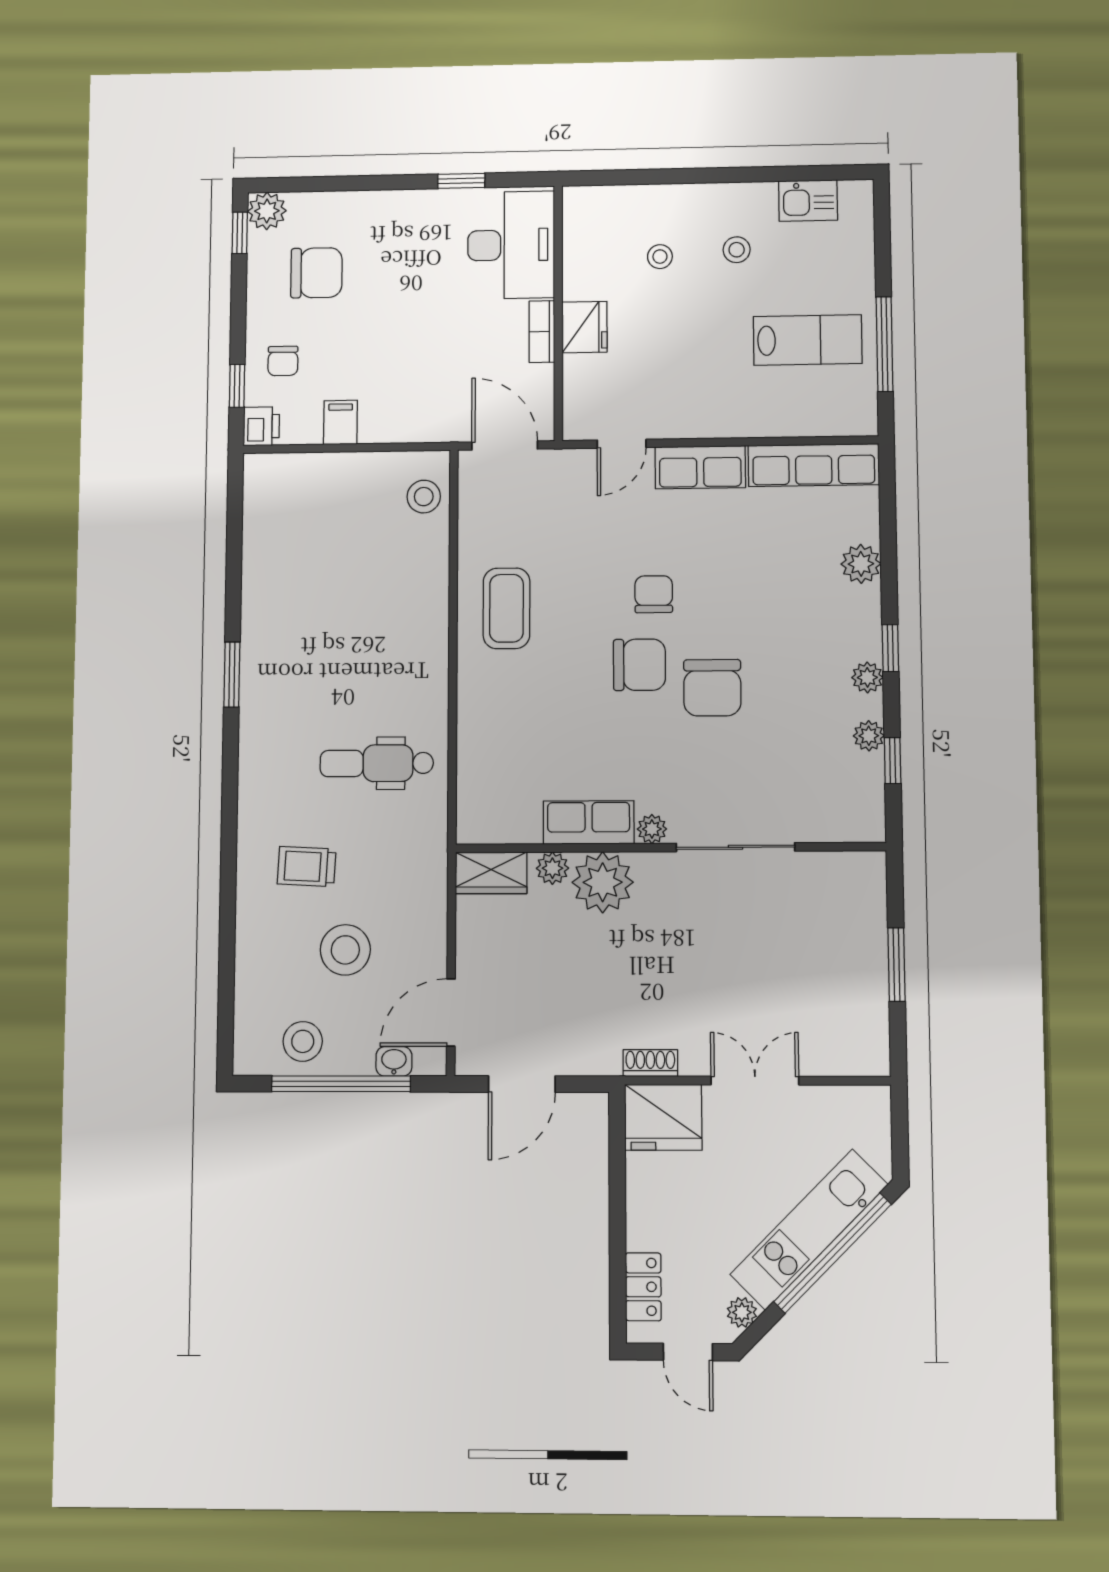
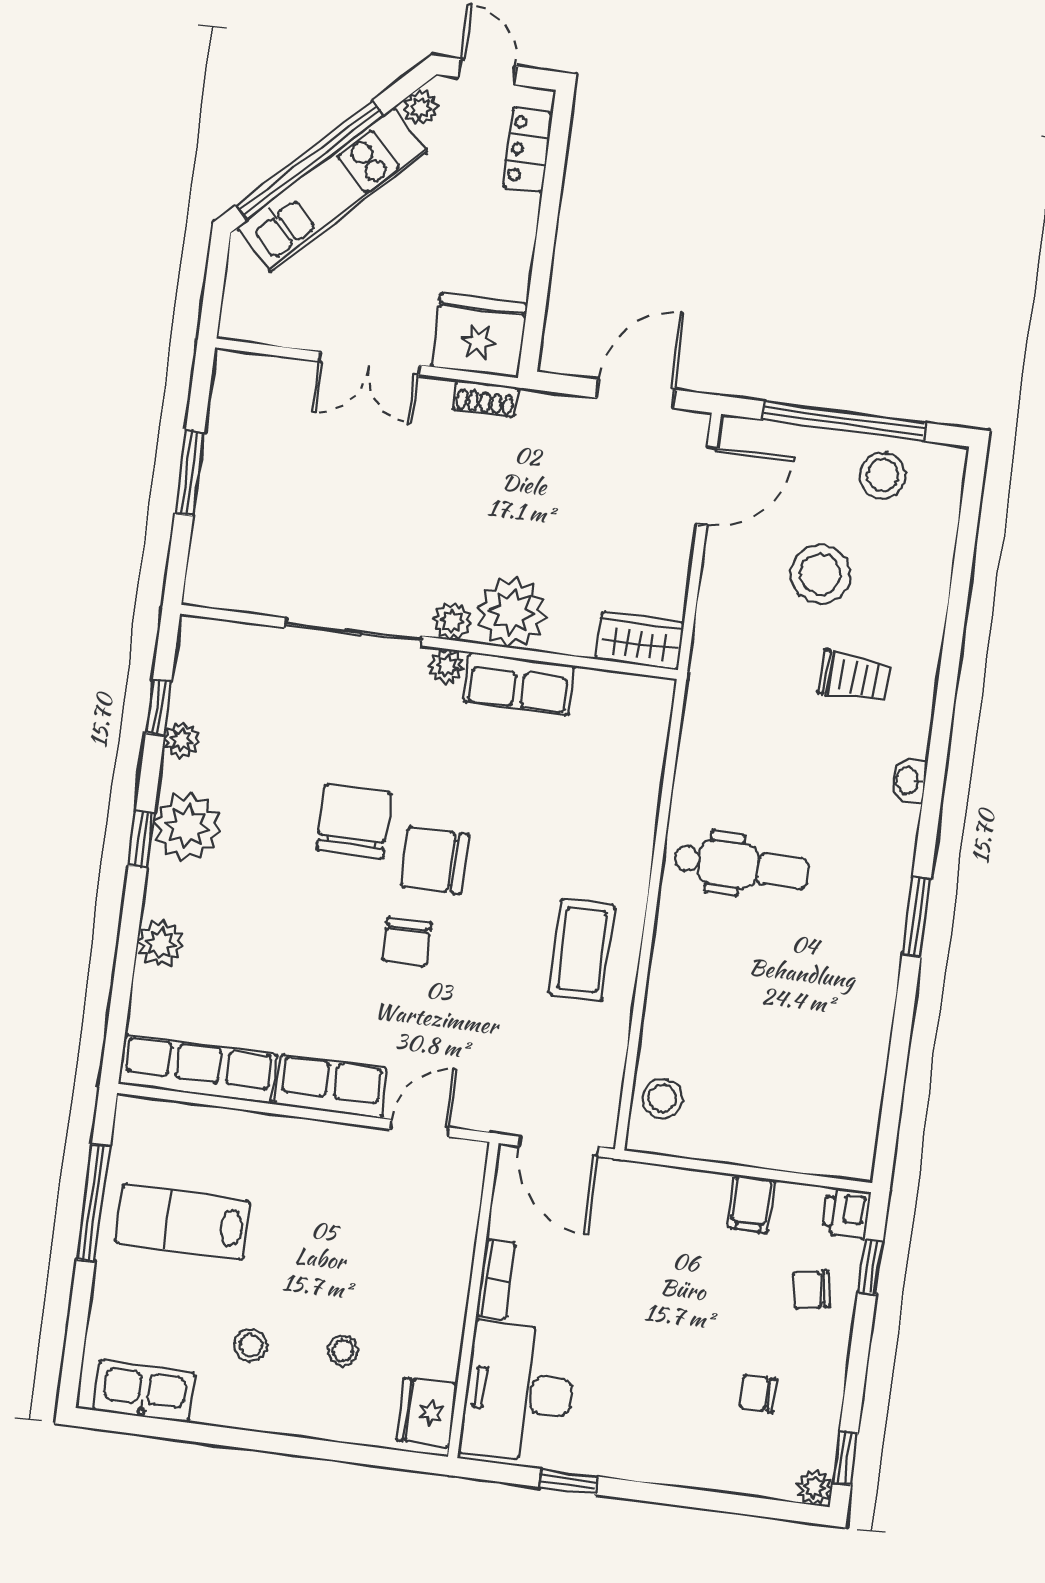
kitchen sink: (808, 201) -> (144, 1391), width x1.38
plant: (267, 211) -> (815, 1488), width x0.73, depth x0.73
chair: (316, 273) -> (758, 1393), width x0.54, depth x0.54
fridge: (584, 327) -> (427, 1412), moved
chair: (283, 361) -> (811, 1290), turned -100
plant: (867, 677) -> (187, 826), width x1.88, depth x1.88
dental chair: (377, 763) -> (741, 866), moved
plant: (552, 868) -> (452, 621), moved
washbasin: (394, 1061) -> (908, 781), moved, turned 90

